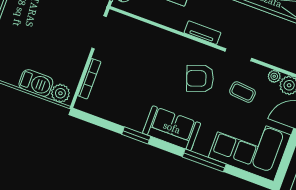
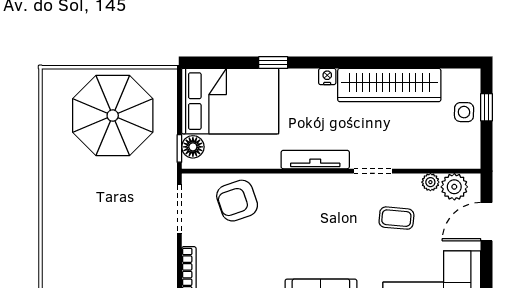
tv unit: (202, 33) -> (315, 160), width x1.41
armchair: (200, 79) -> (237, 201), moved

